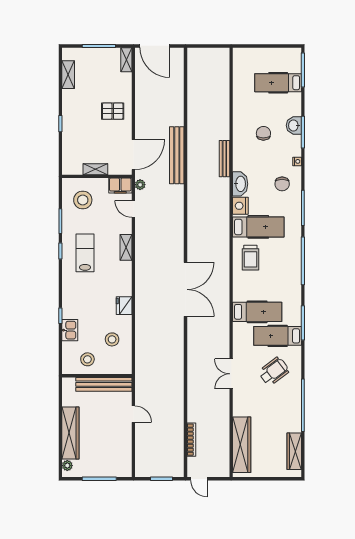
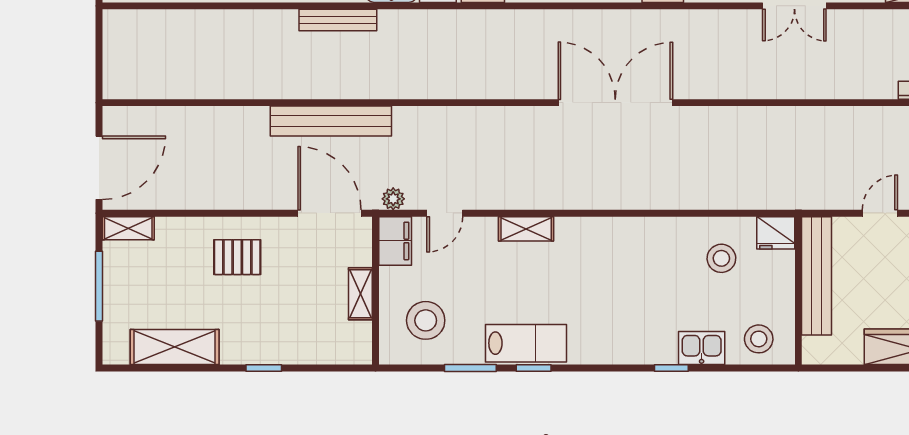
shelving: (68, 75) -> (175, 347), width x1.50, depth x1.33
pallet: (113, 111) -> (237, 257), turned 90
lab bench: (85, 253) -> (526, 343), moved, turned 180
fridge: (124, 306) -> (776, 233), moved
stool: (87, 359) -> (759, 339), moved

